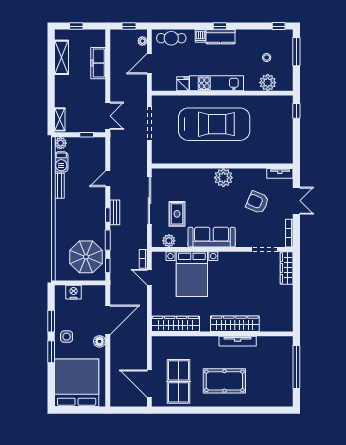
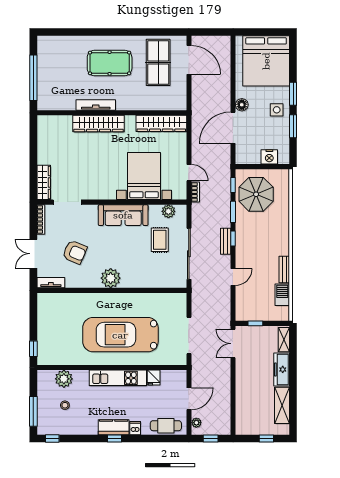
freezer: (98, 63) -> (282, 369), moved, turned 180
plant: (61, 143) -> (283, 315), removed

